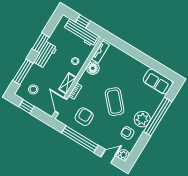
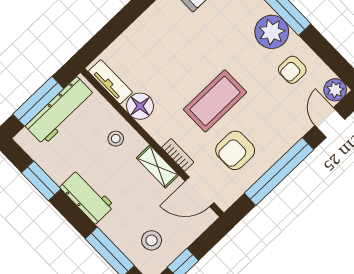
window: (83, 21) -> (38, 101), width x2.17
window: (41, 43) -> (41, 181), moved
coffee table: (115, 102) -> (215, 101), moved, turned -48
armchair: (84, 117) -> (235, 150), turned -90

